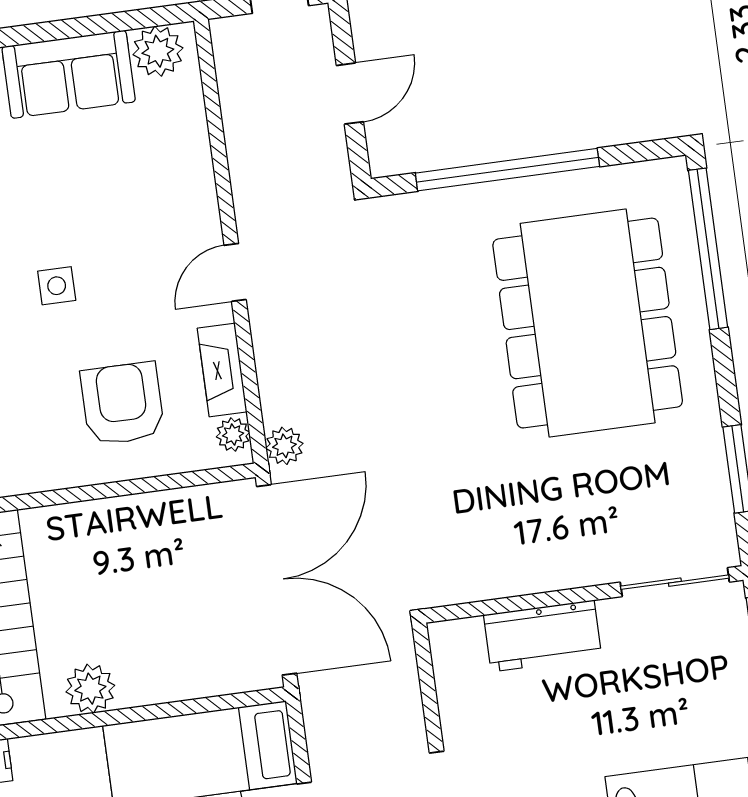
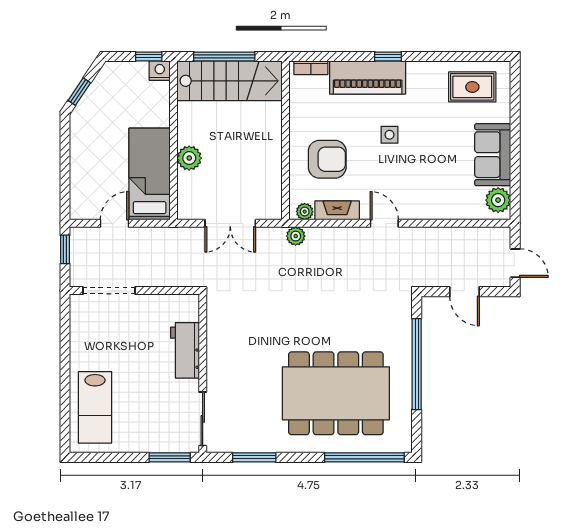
double door: (277, 580) -> (230, 223), width x0.54
plant: (90, 689) -> (189, 158), moved

